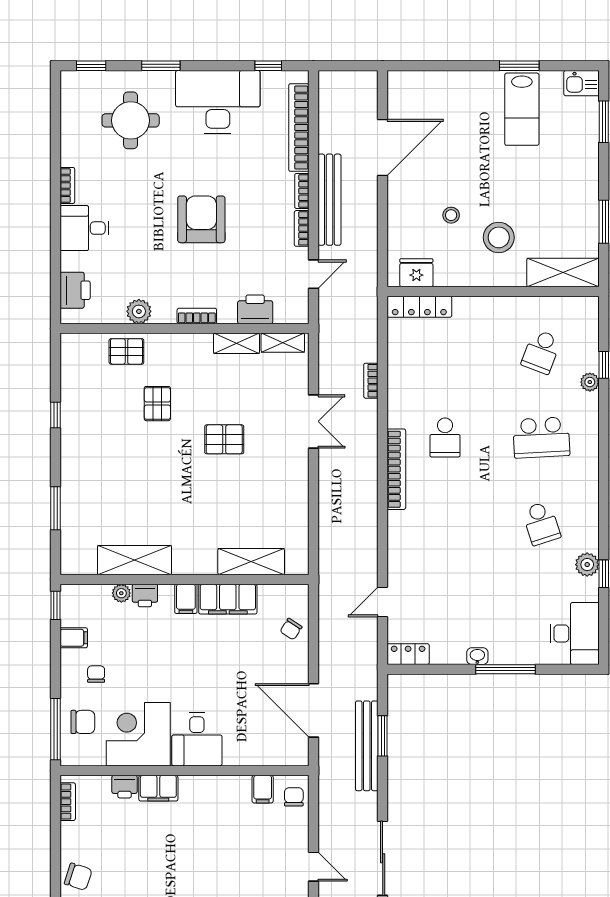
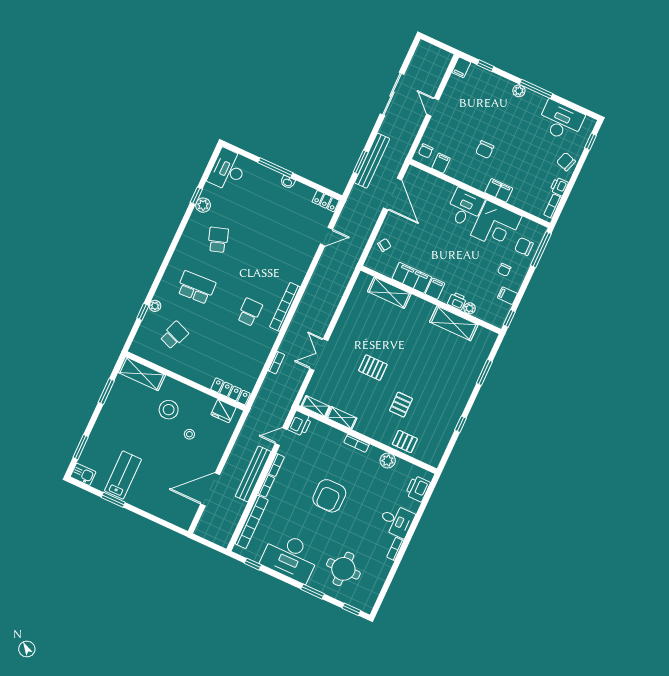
printer: (255, 309) -> (300, 424), moved, turned -90
printer: (125, 787) -> (559, 187), moved, turned -90
chair: (207, 839) -> (485, 150), added

